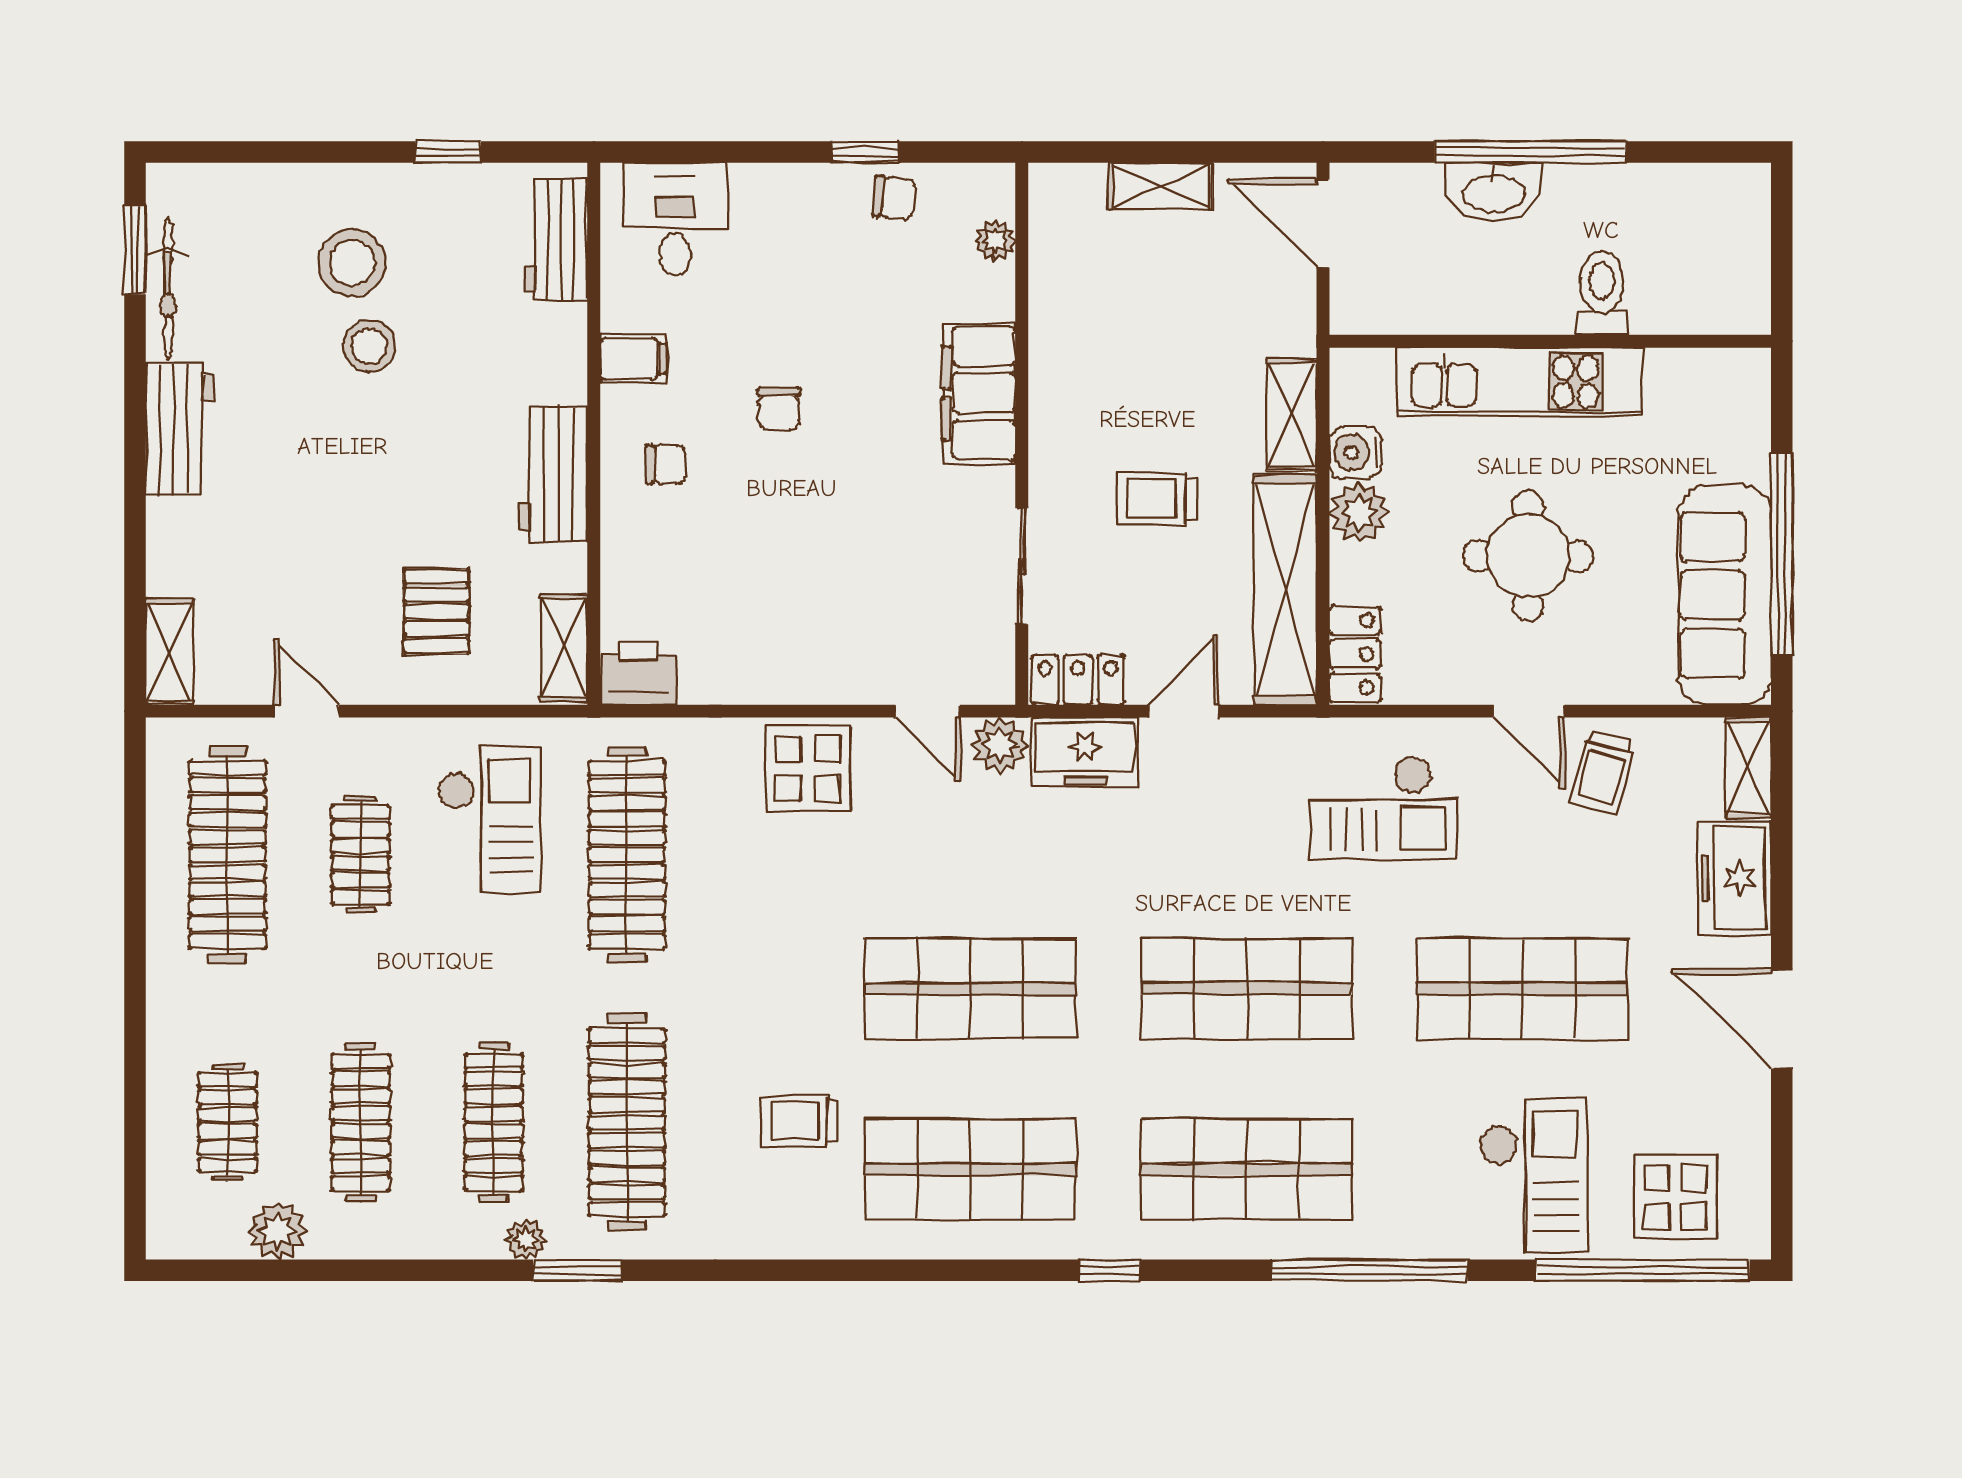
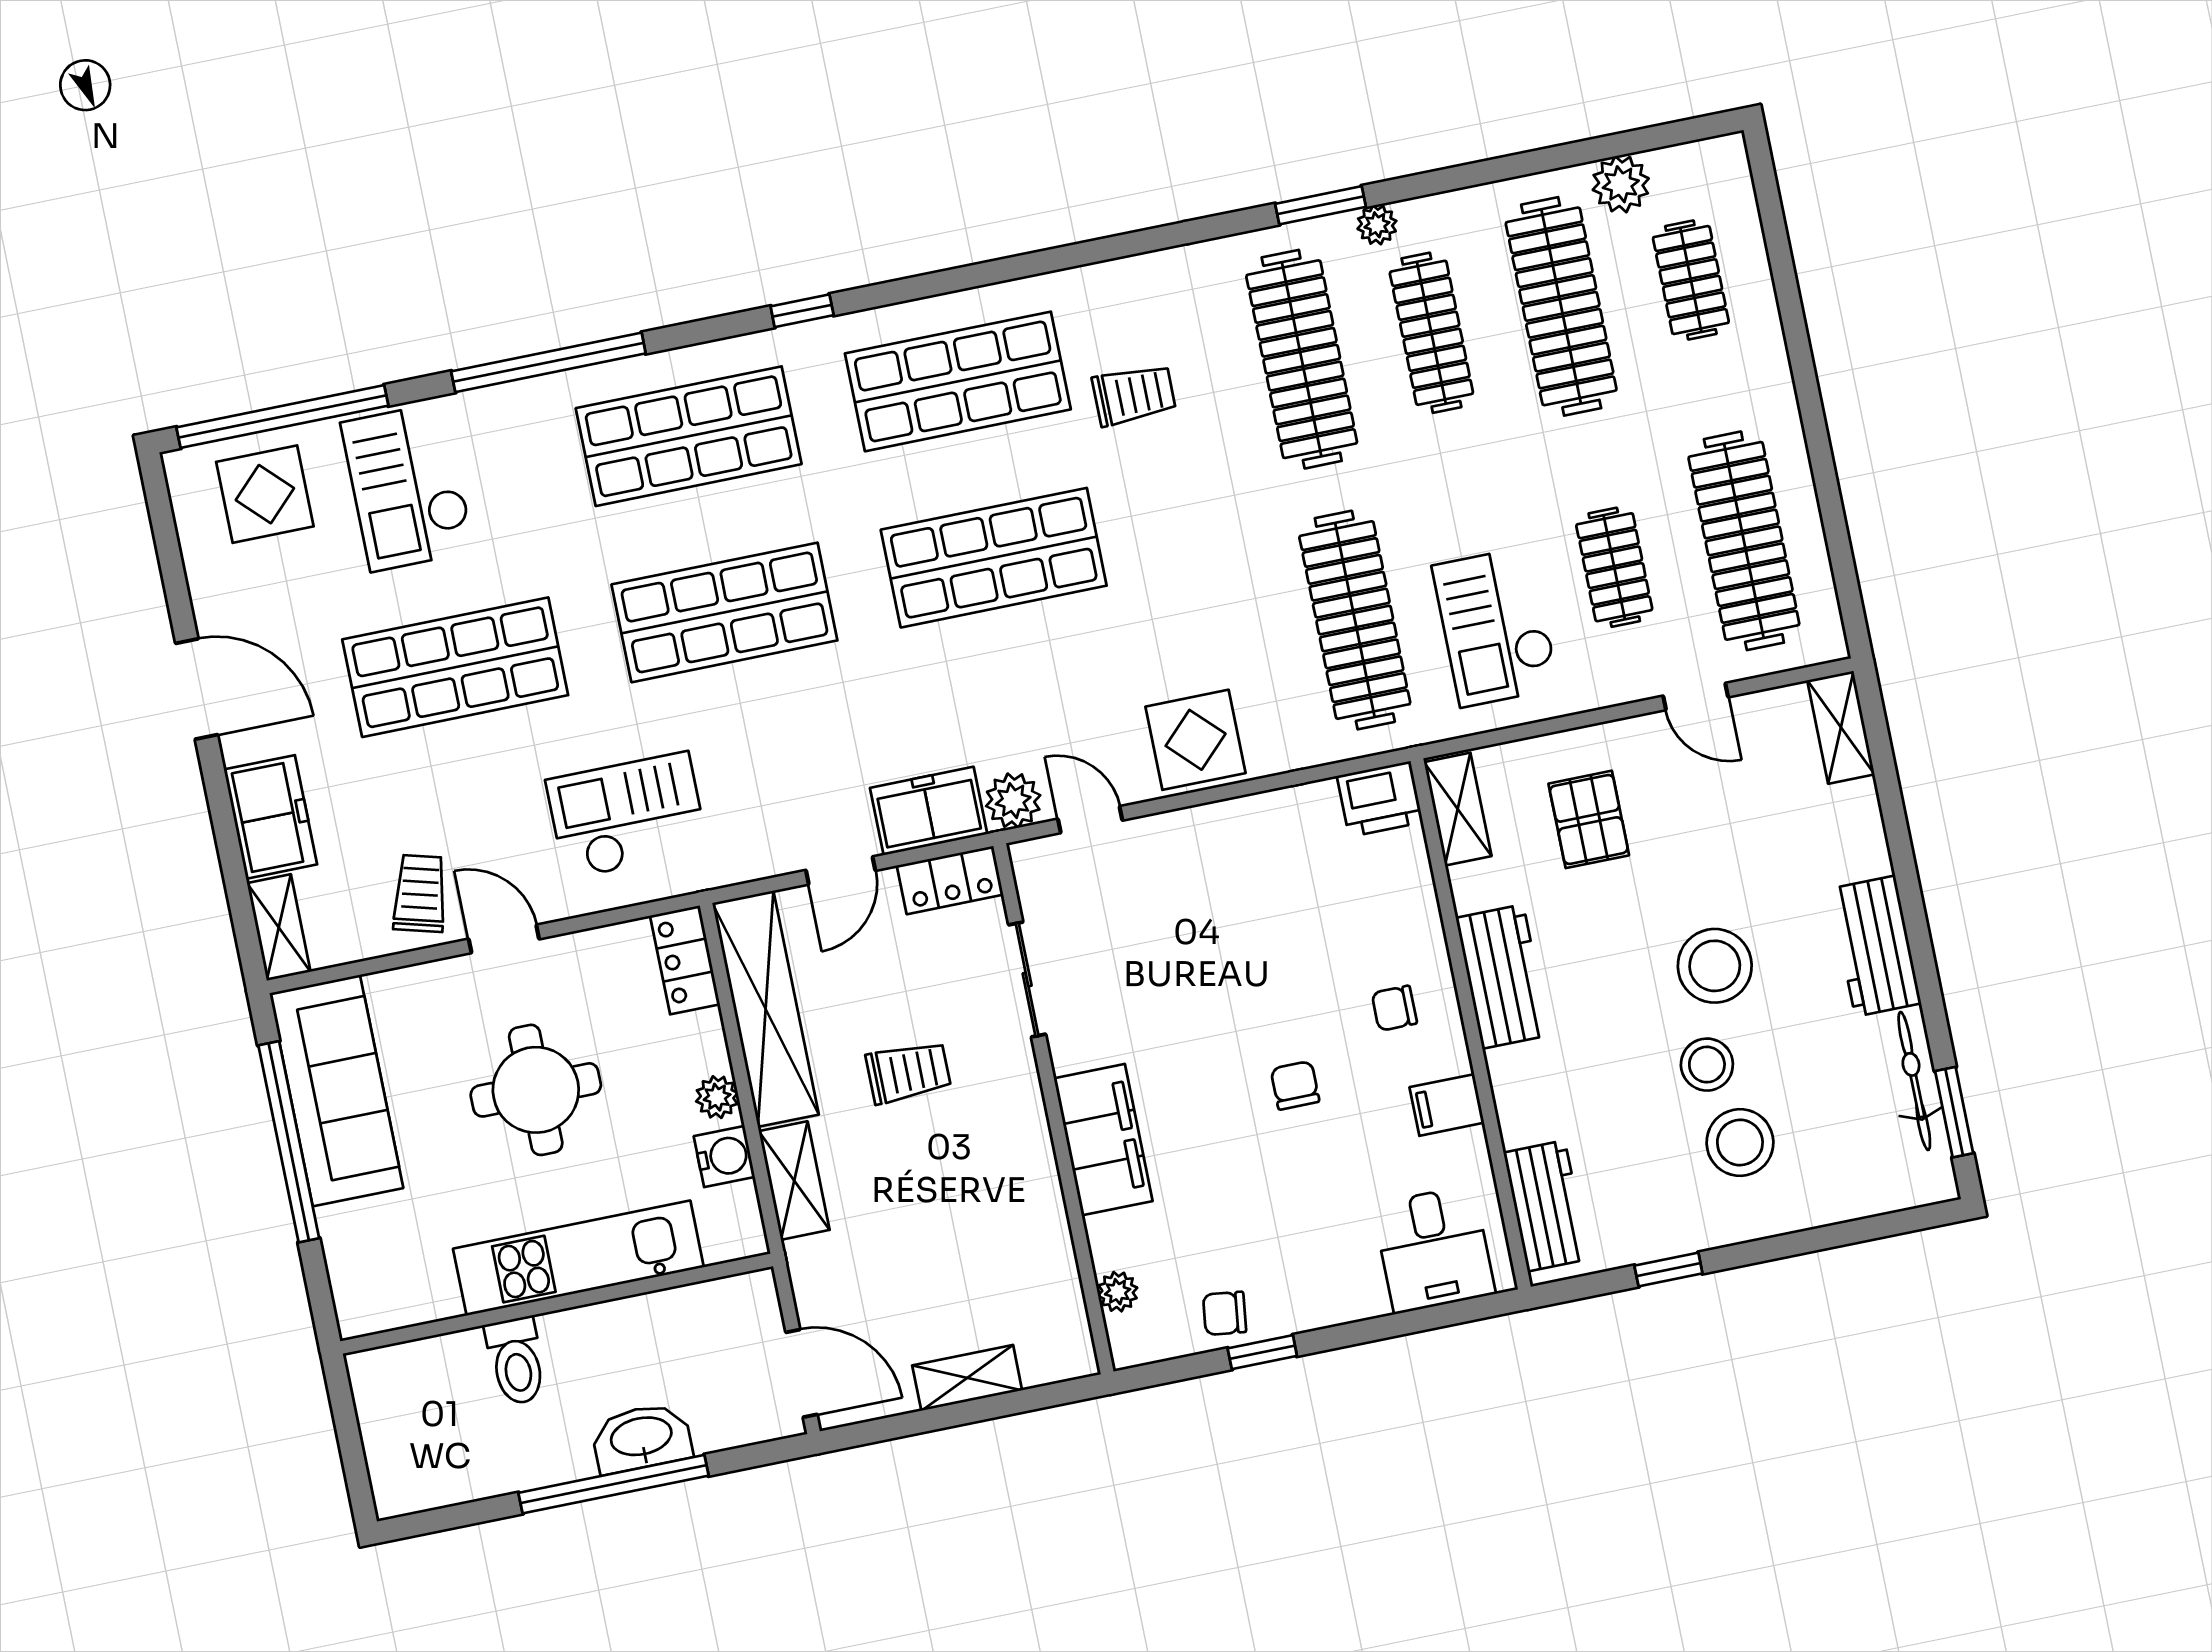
stool: (342, 442) -> (1715, 966), added
plant: (1359, 513) -> (717, 1097), width x0.73, depth x0.73
clothes rail: (361, 1122) -> (1561, 306), width x1.37, depth x1.31

